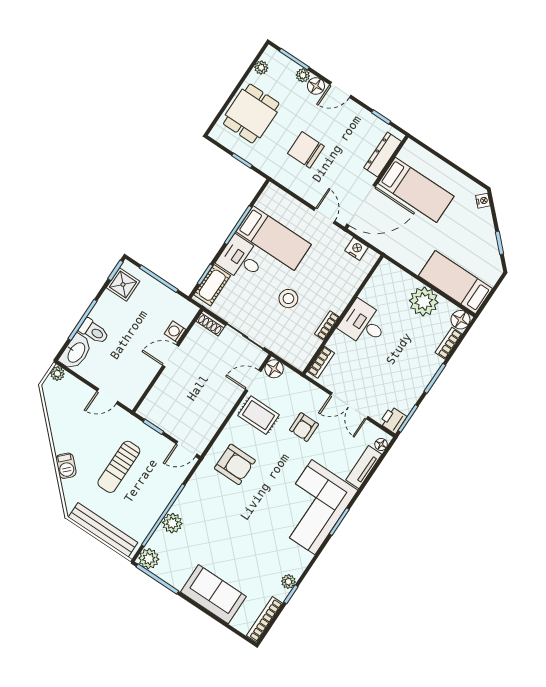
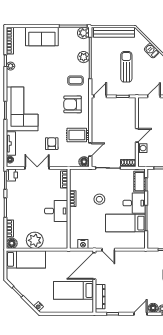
chair: (306, 150) -> (138, 275), removed
coffee table: (207, 497) -> (76, 80), added

